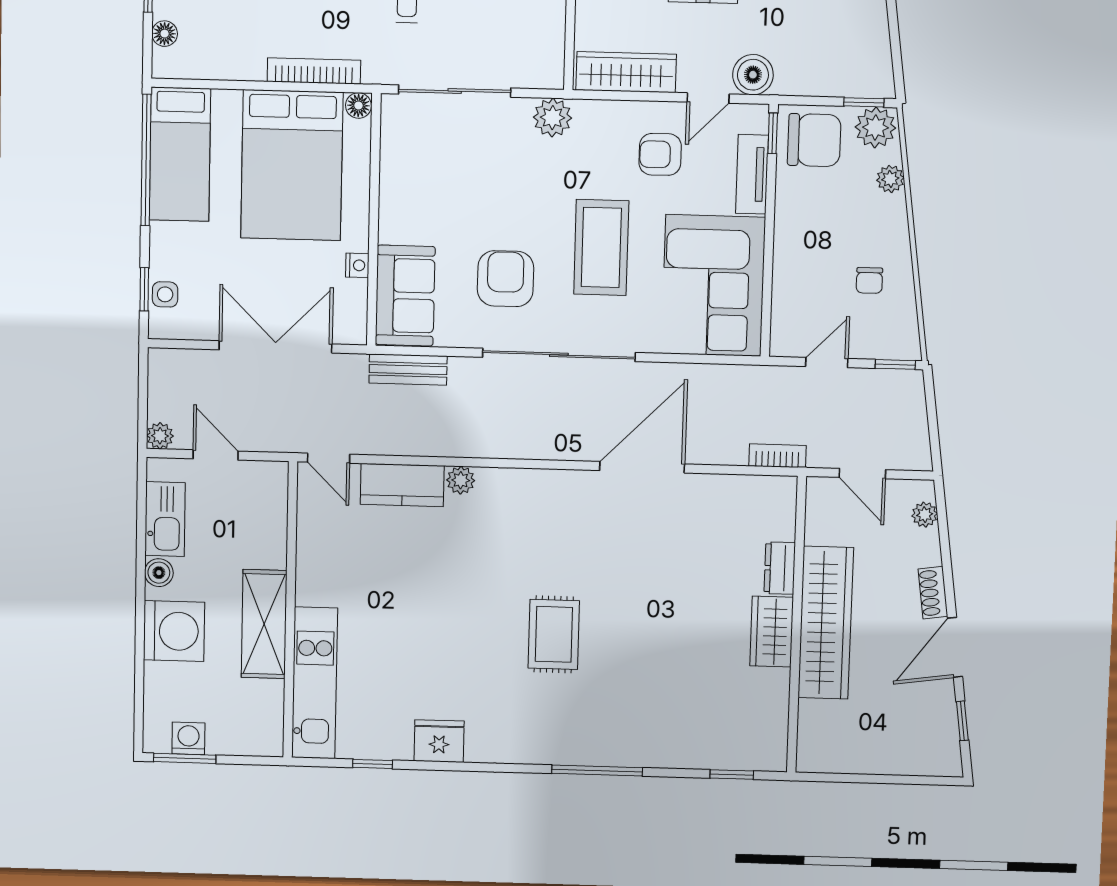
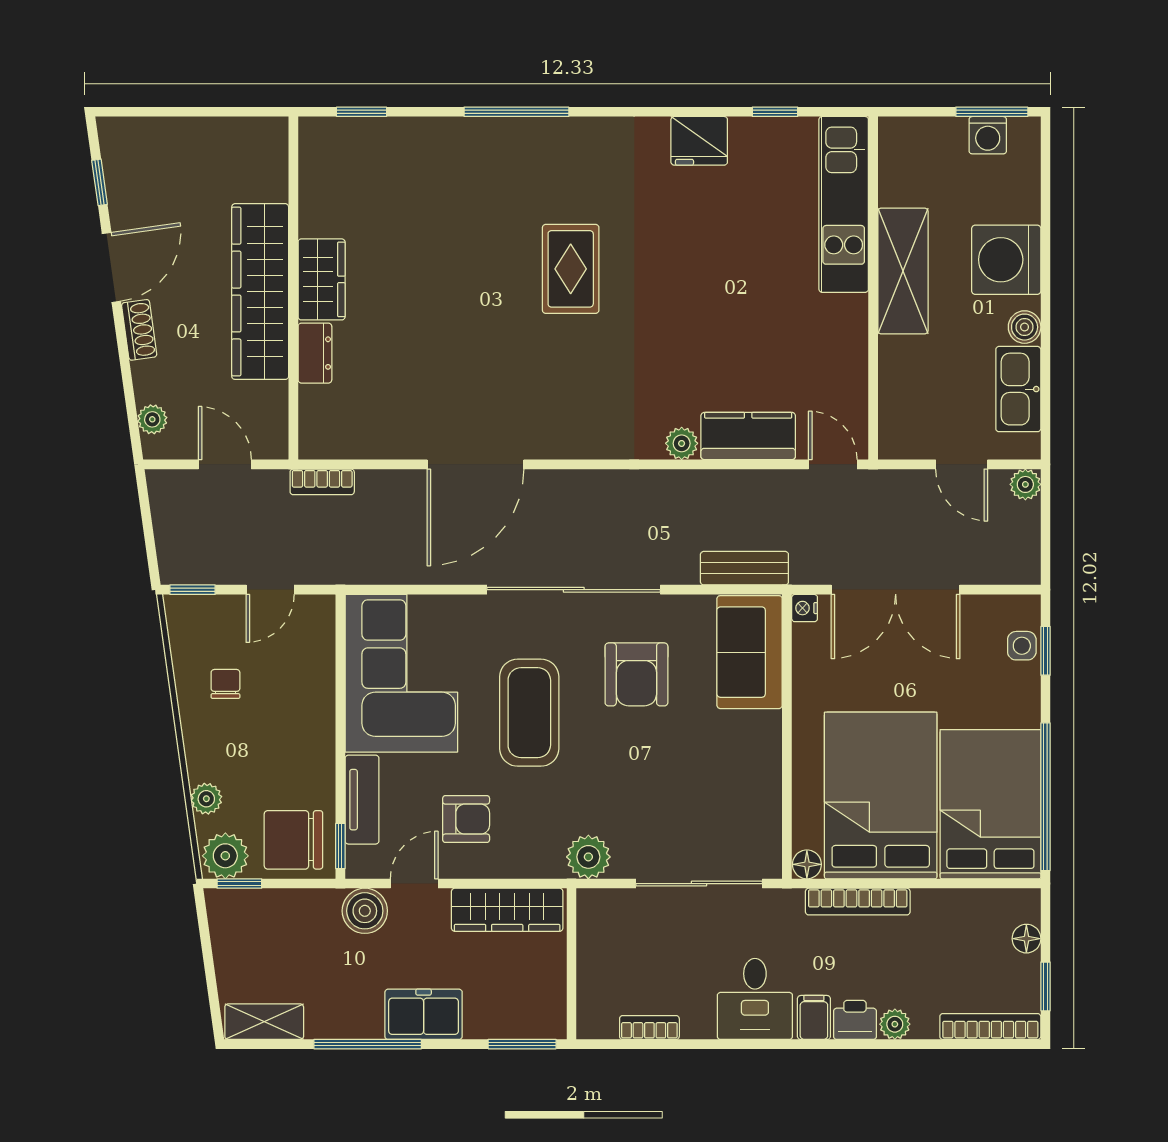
bed: (180, 154) -> (990, 804), width x1.50
nightstand: (357, 265) -> (805, 608), moved

